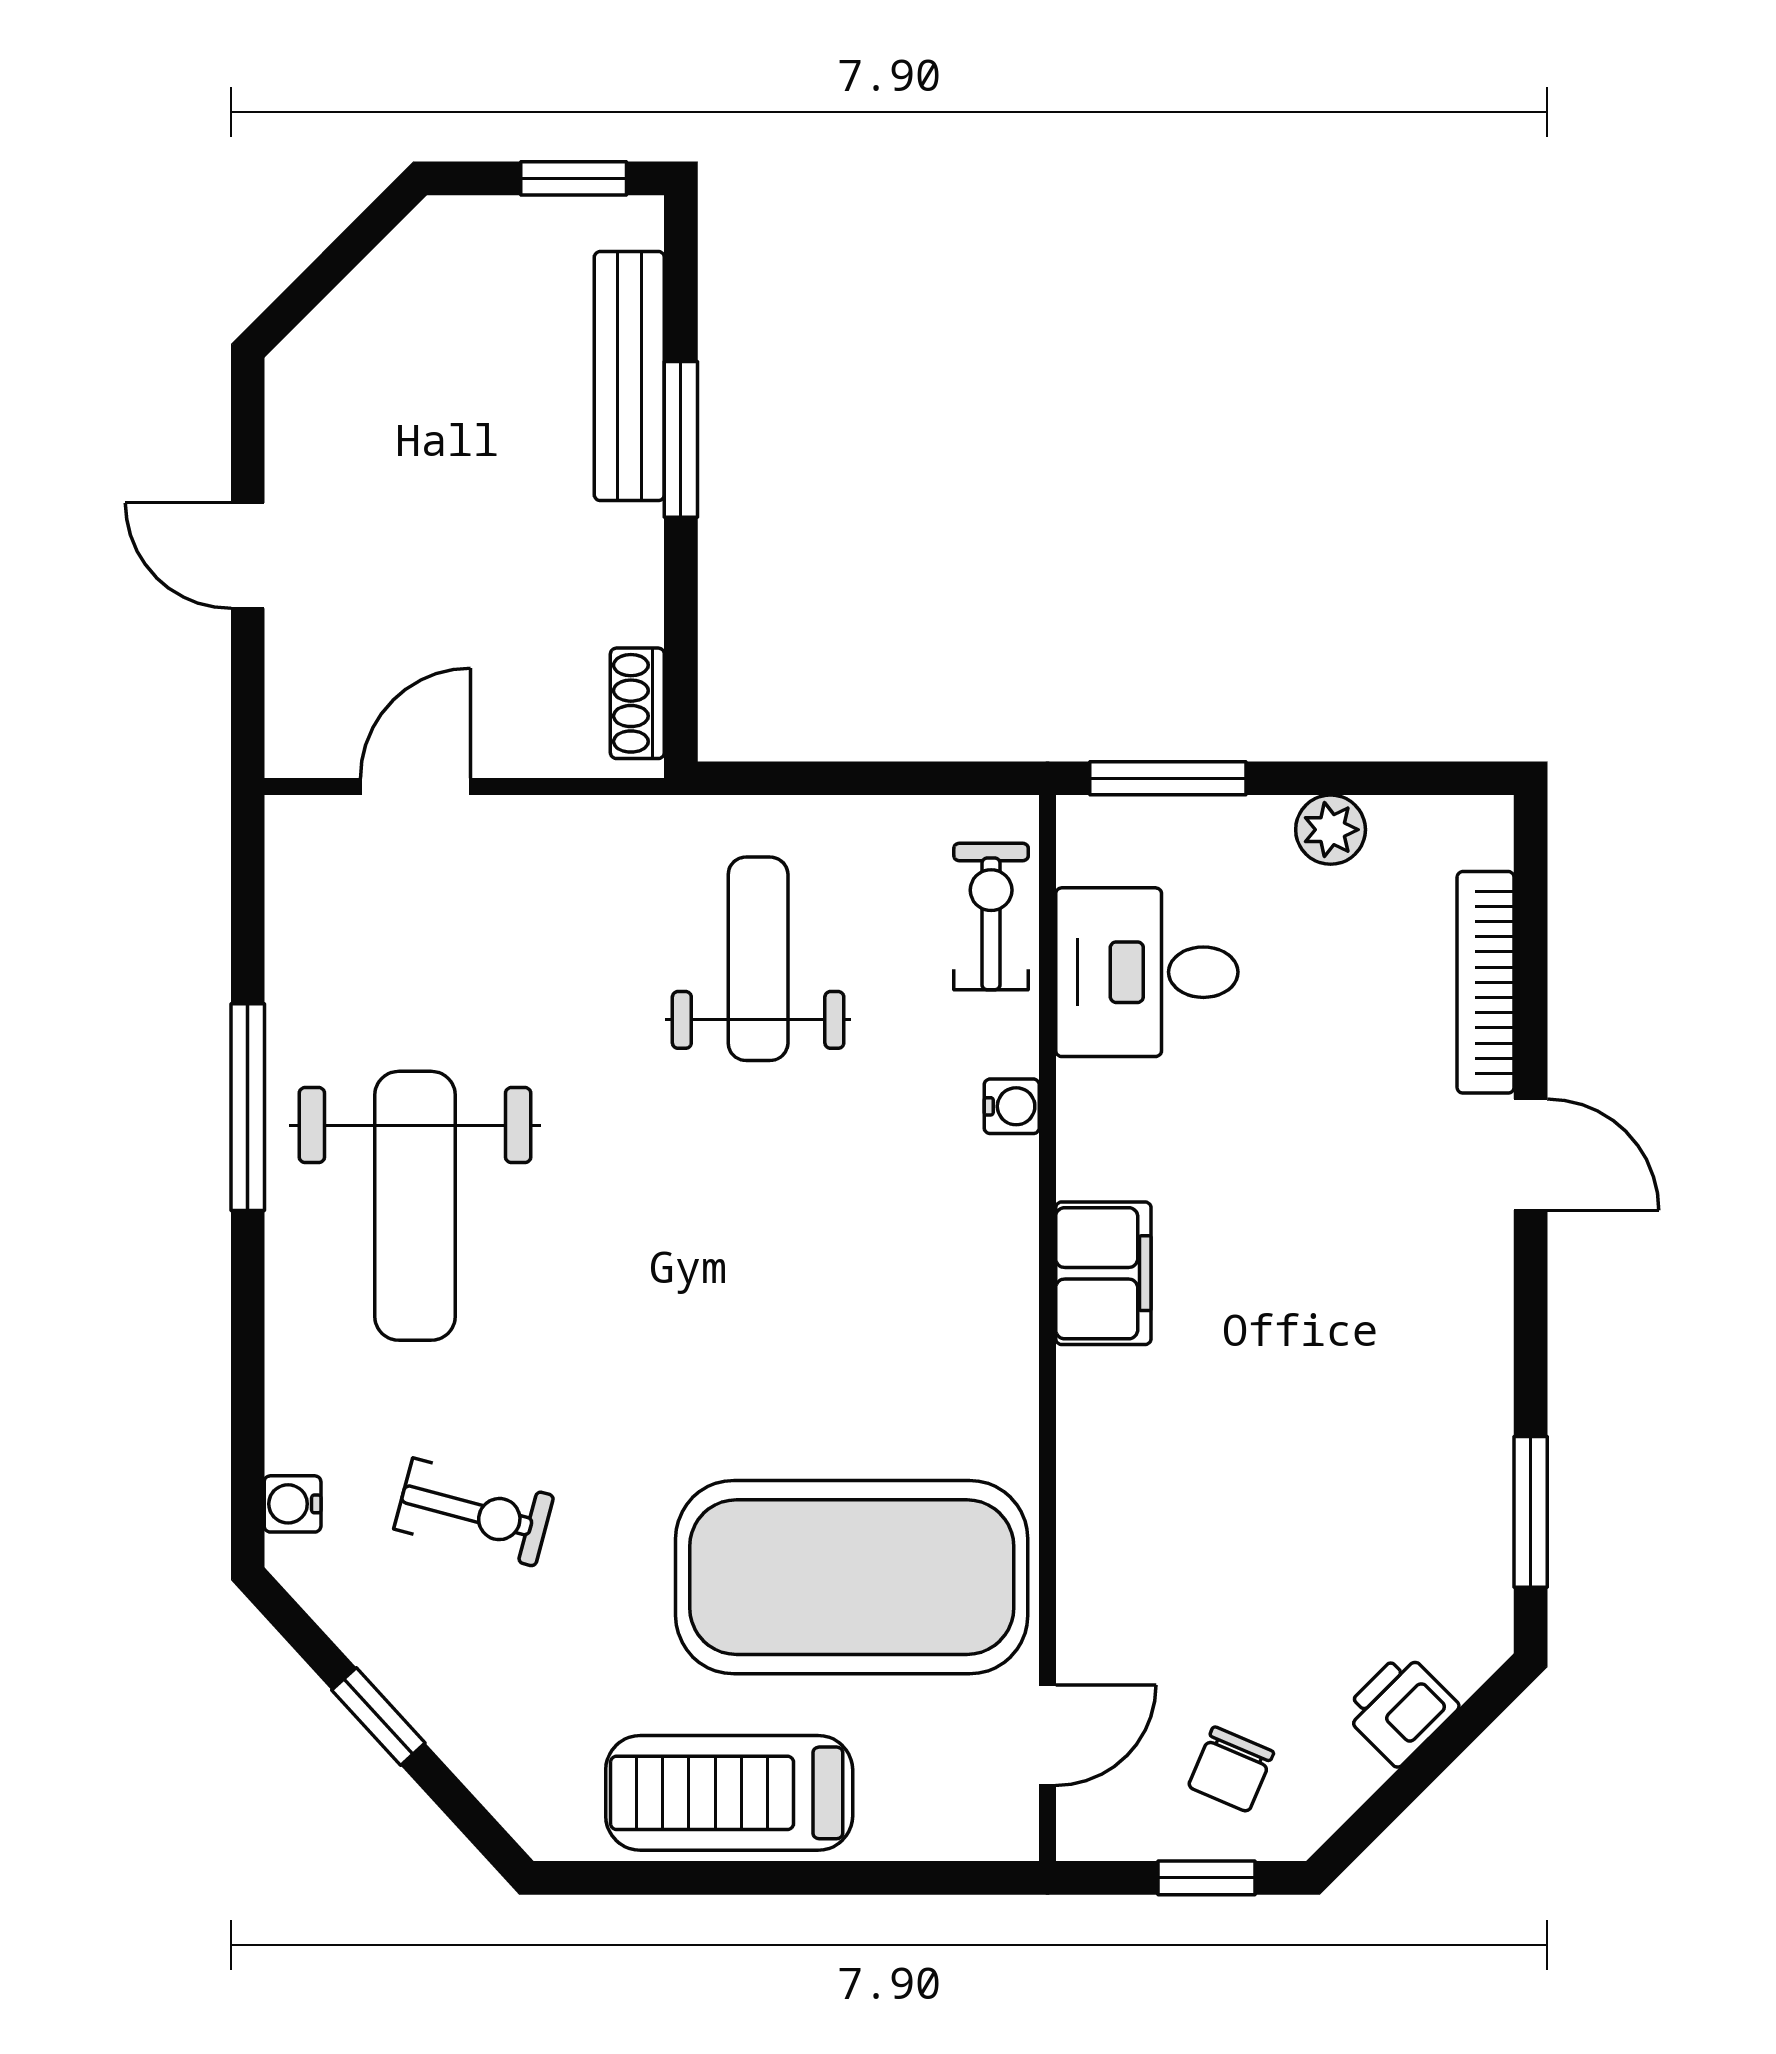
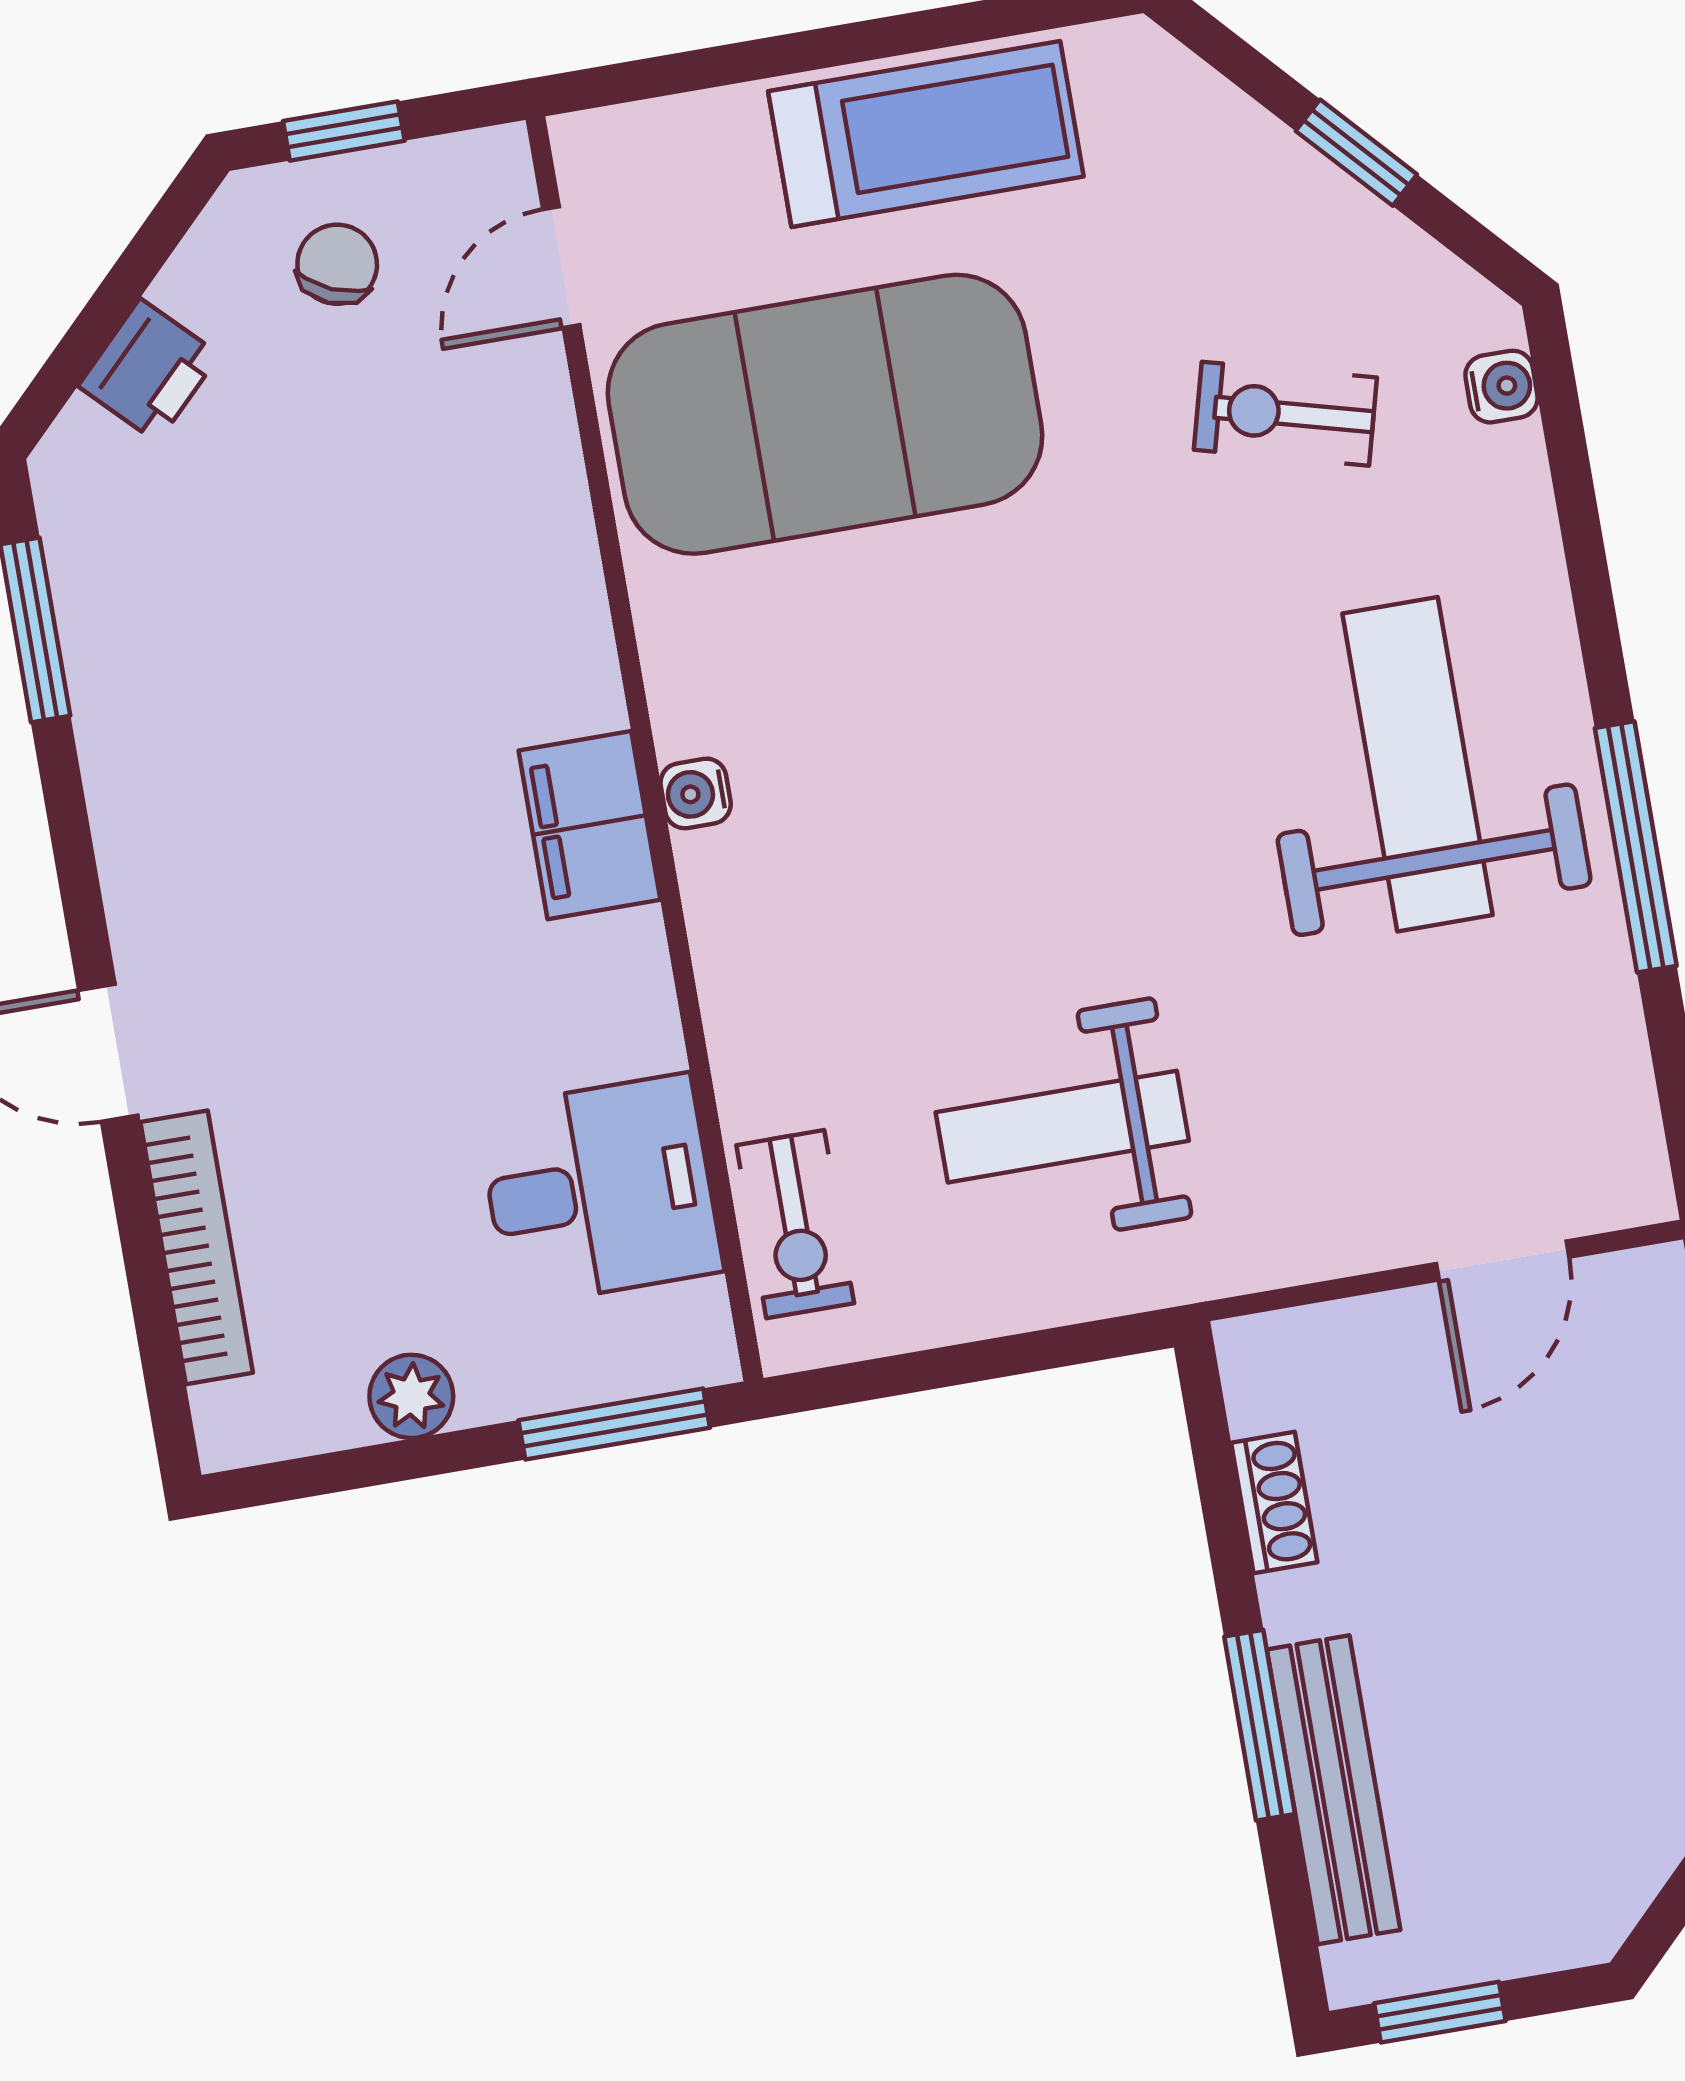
shoe rack: (637, 703) -> (1274, 1502), moved
weight bench: (758, 959) -> (1062, 1127), turned 90
water cooler: (1012, 1106) -> (696, 793), moved

